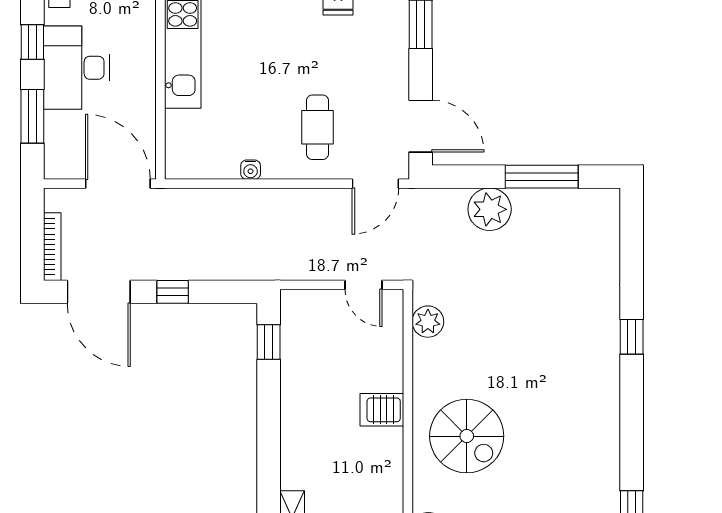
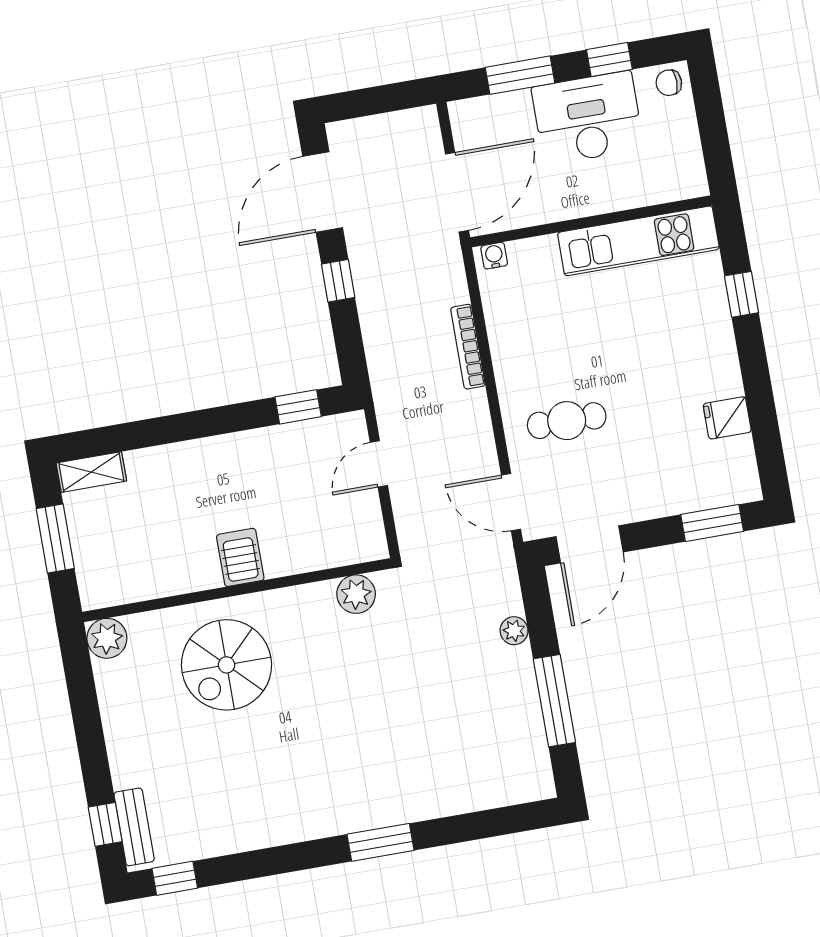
water cooler: (251, 170) -> (494, 256), moved, turned 90
plant: (490, 209) -> (514, 631), width x0.53, depth x0.53
bookcase: (52, 247) -> (468, 347), moved, turned 90
door: (364, 285) -> (379, 464), moved
window: (632, 337) -> (381, 842), width x1.50

